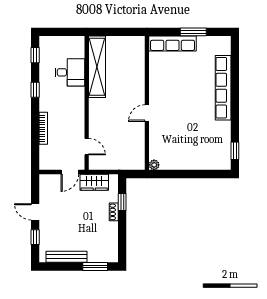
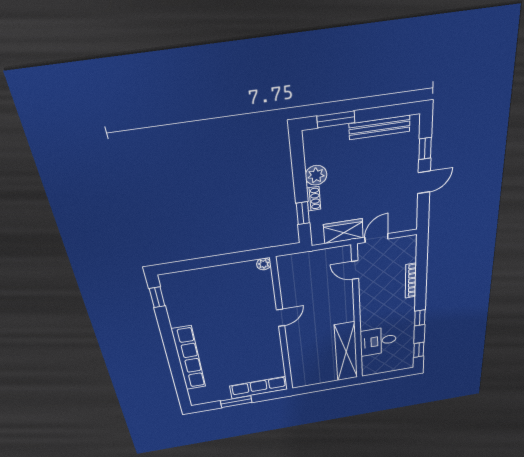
door: (35, 212) -> (424, 182), hinge flipped
plant: (111, 229) -> (316, 175), added

